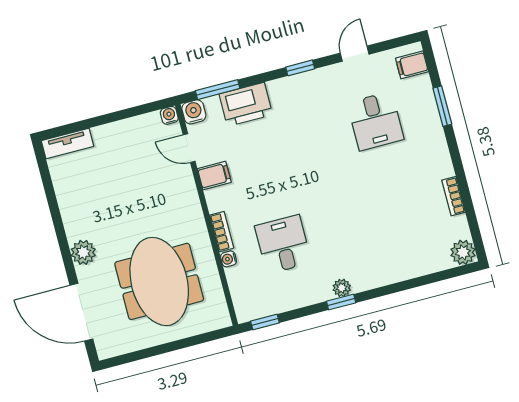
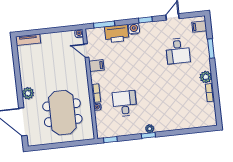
water cooler: (194, 112) -> (134, 29), moved
plant: (463, 252) -> (206, 77), moved

